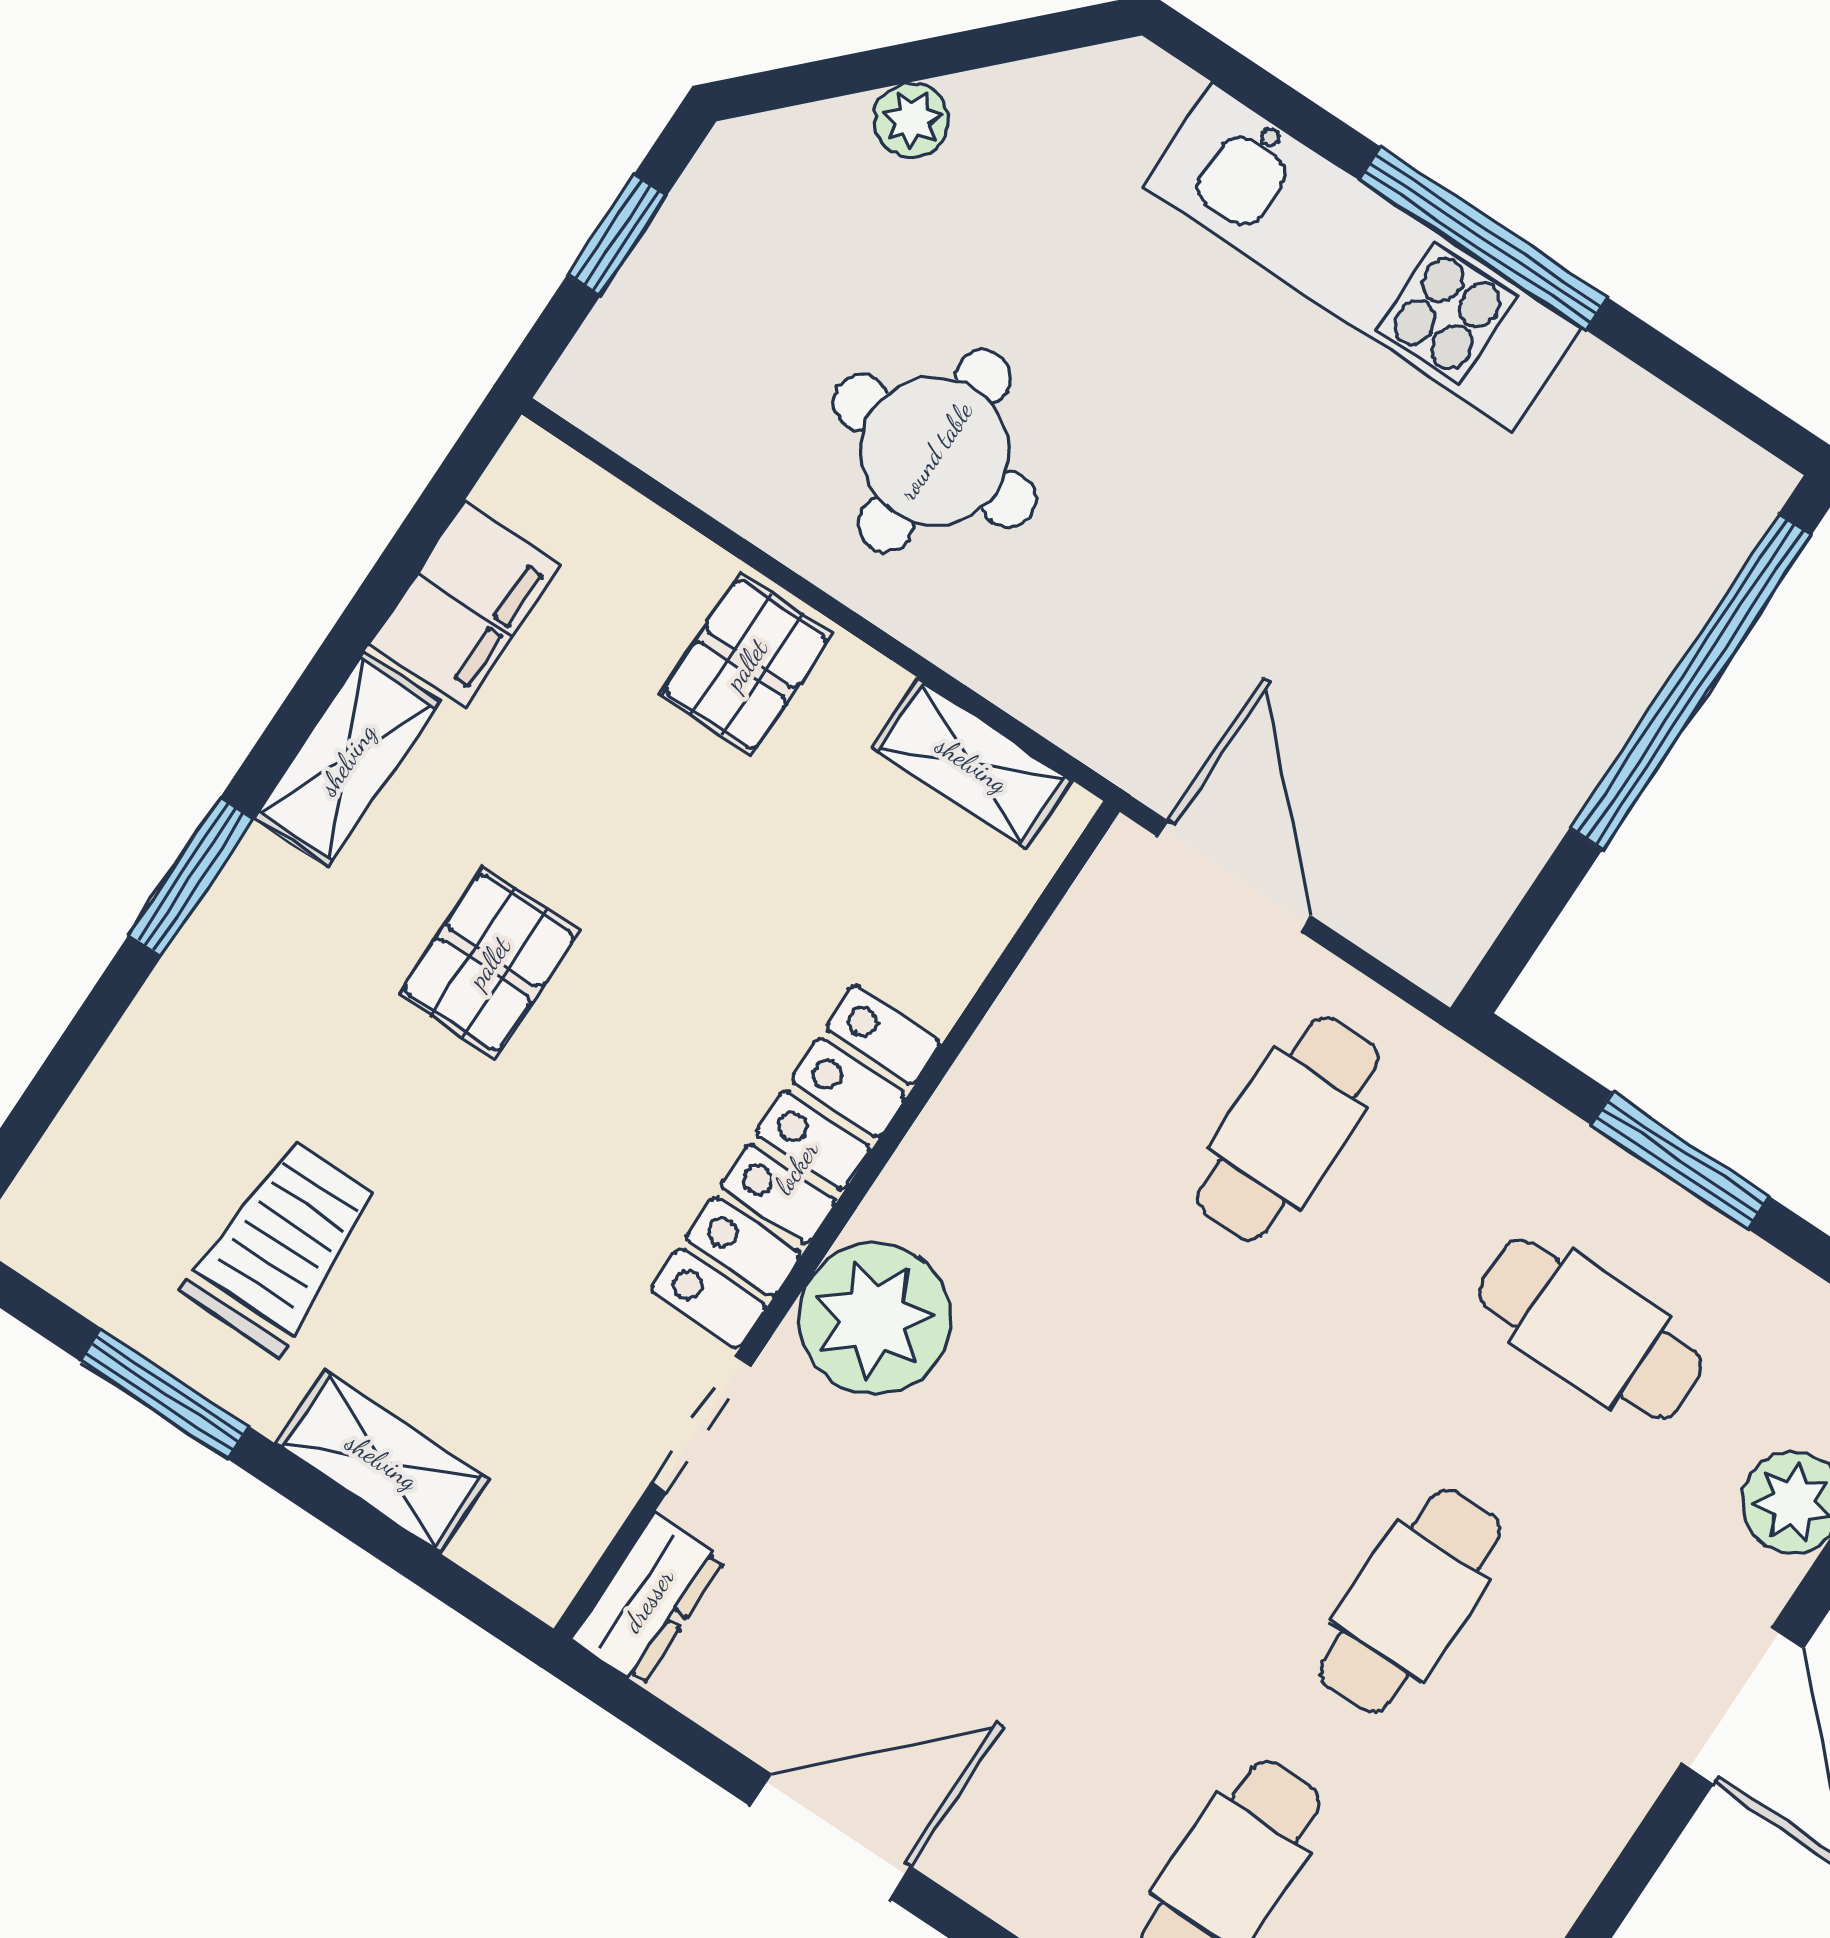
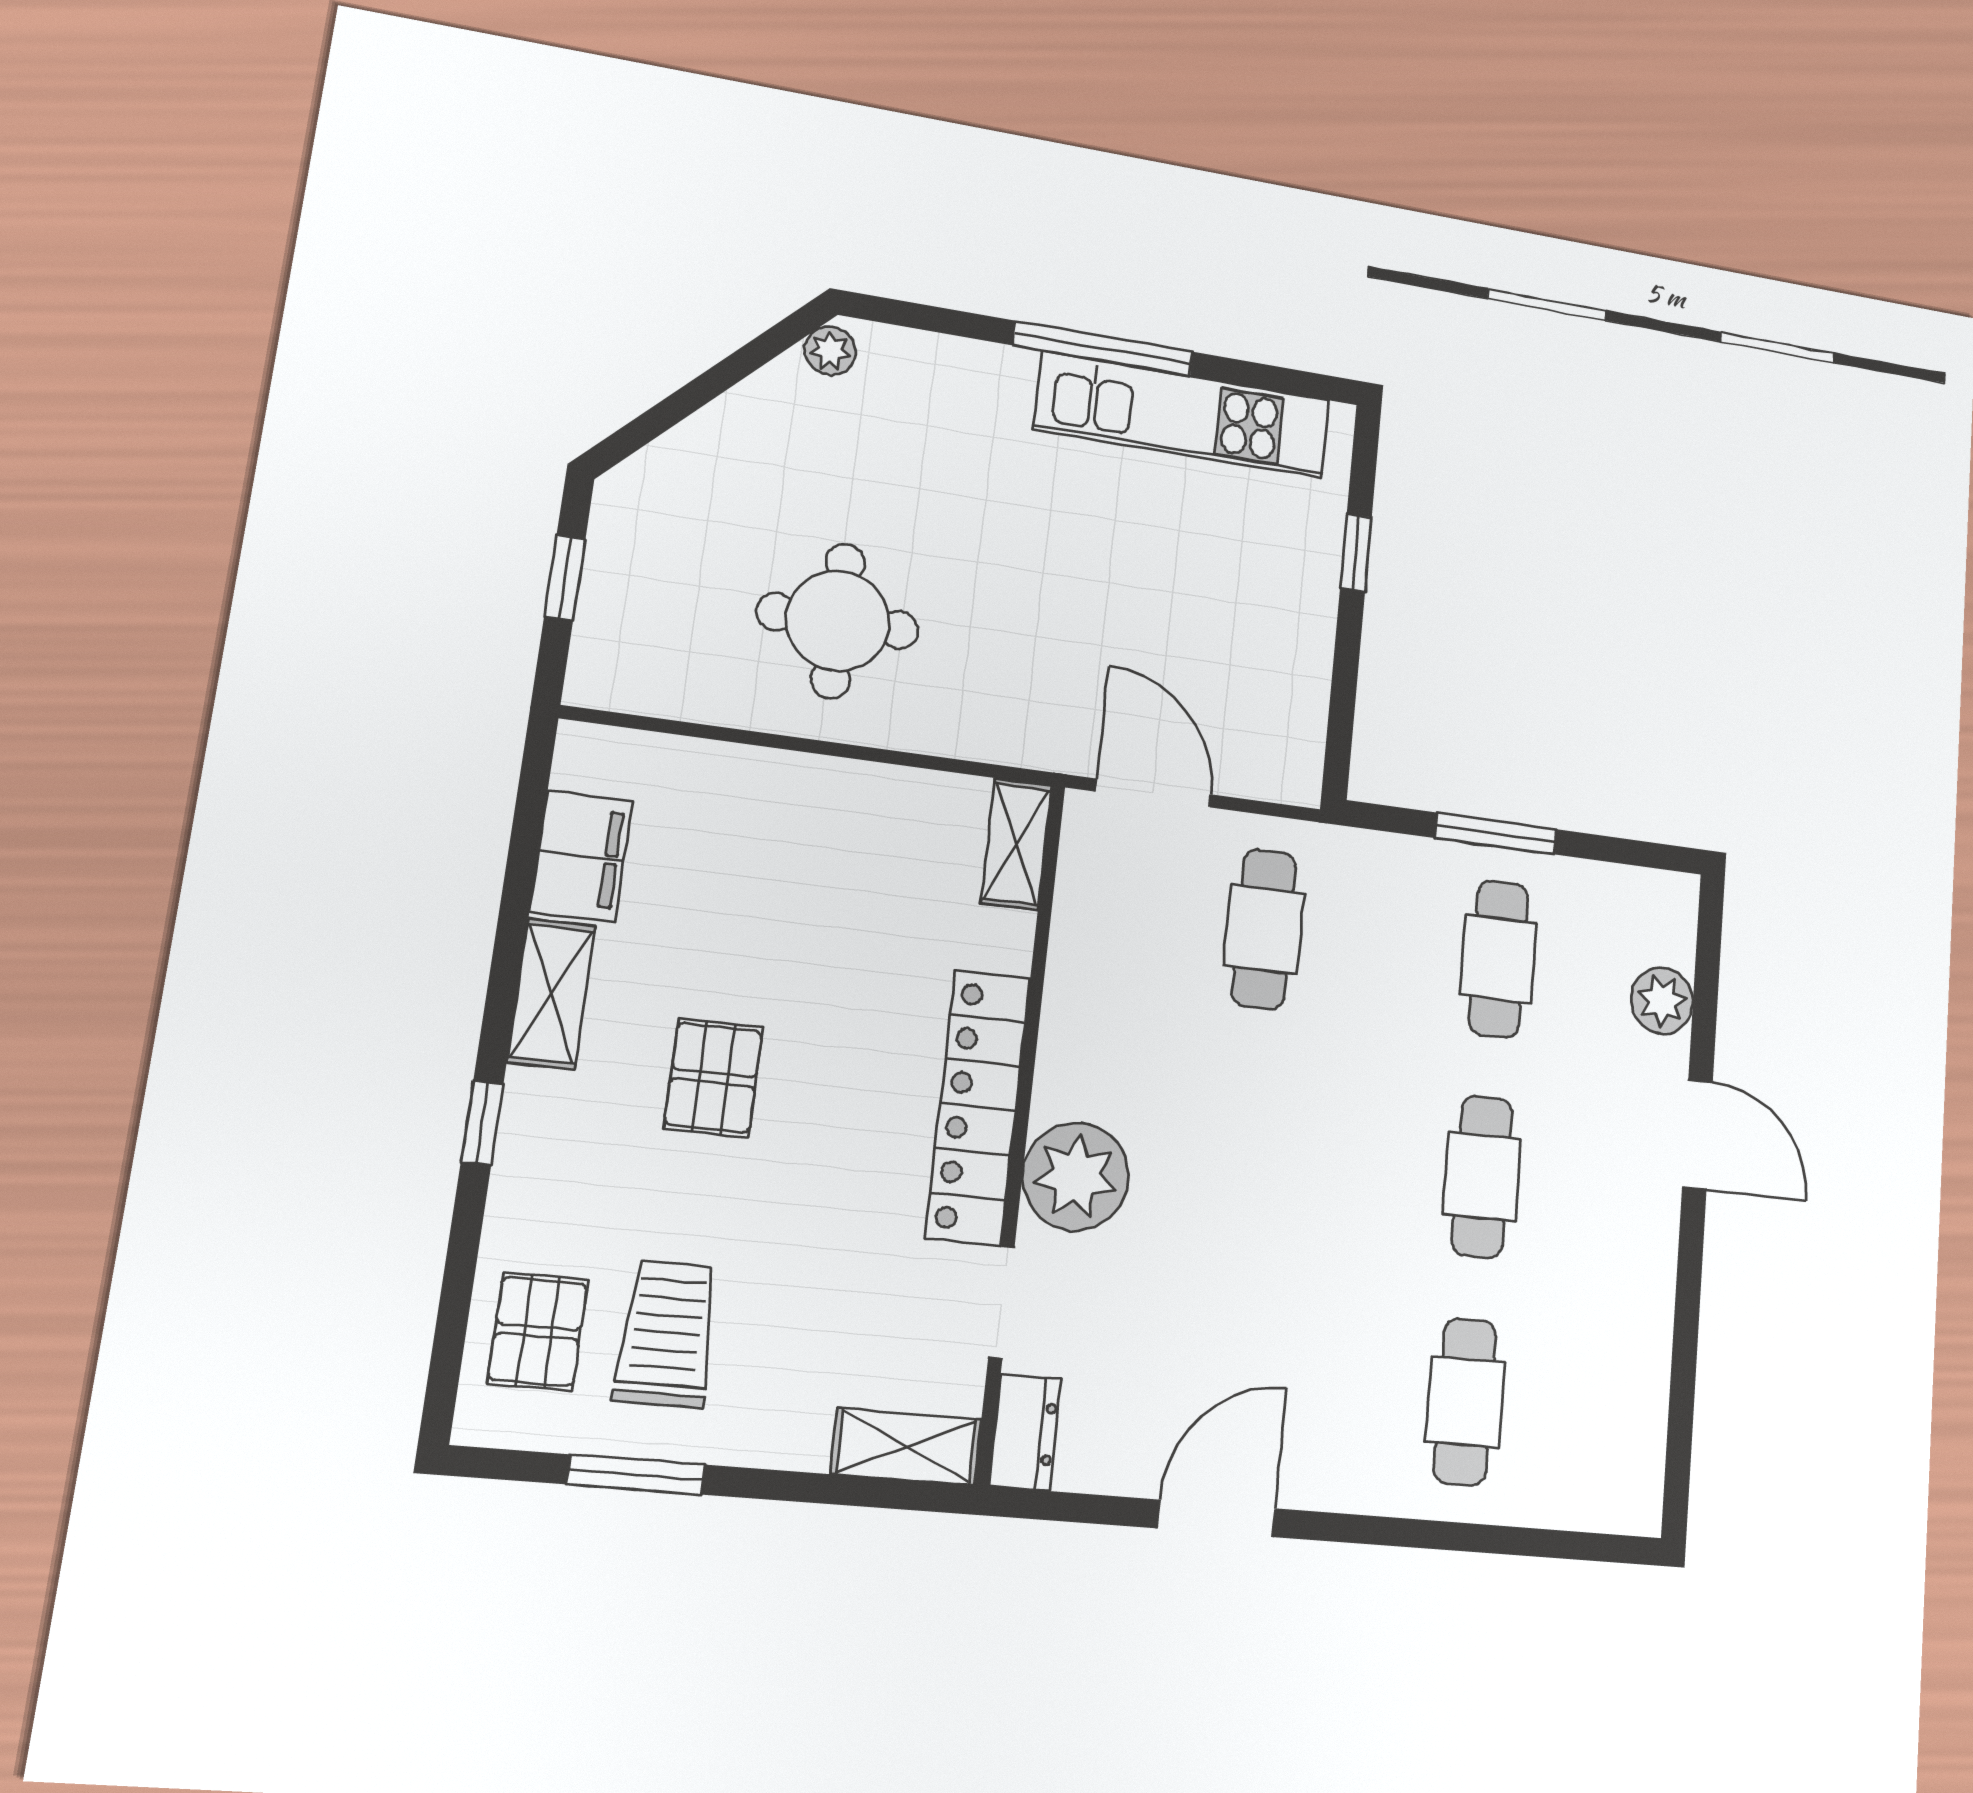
plant: (911, 120) -> (830, 351), moved
kitchen unit: (1362, 257) -> (1183, 415), moved
pallet: (746, 664) -> (538, 1332), moved
window: (1690, 682) -> (1356, 553), width x0.32
shelving: (972, 764) -> (1016, 844), moved, turned 90
window: (191, 877) -> (482, 1123), width x0.67
cafe table: (1590, 1329) -> (1498, 959), turned 90
shelving: (382, 1461) -> (906, 1447), moved

